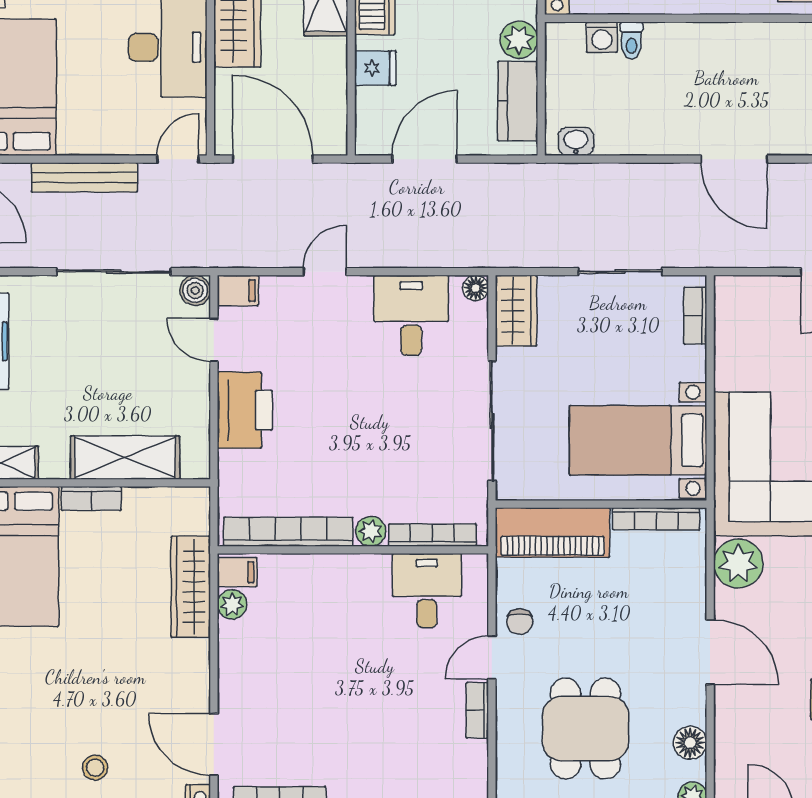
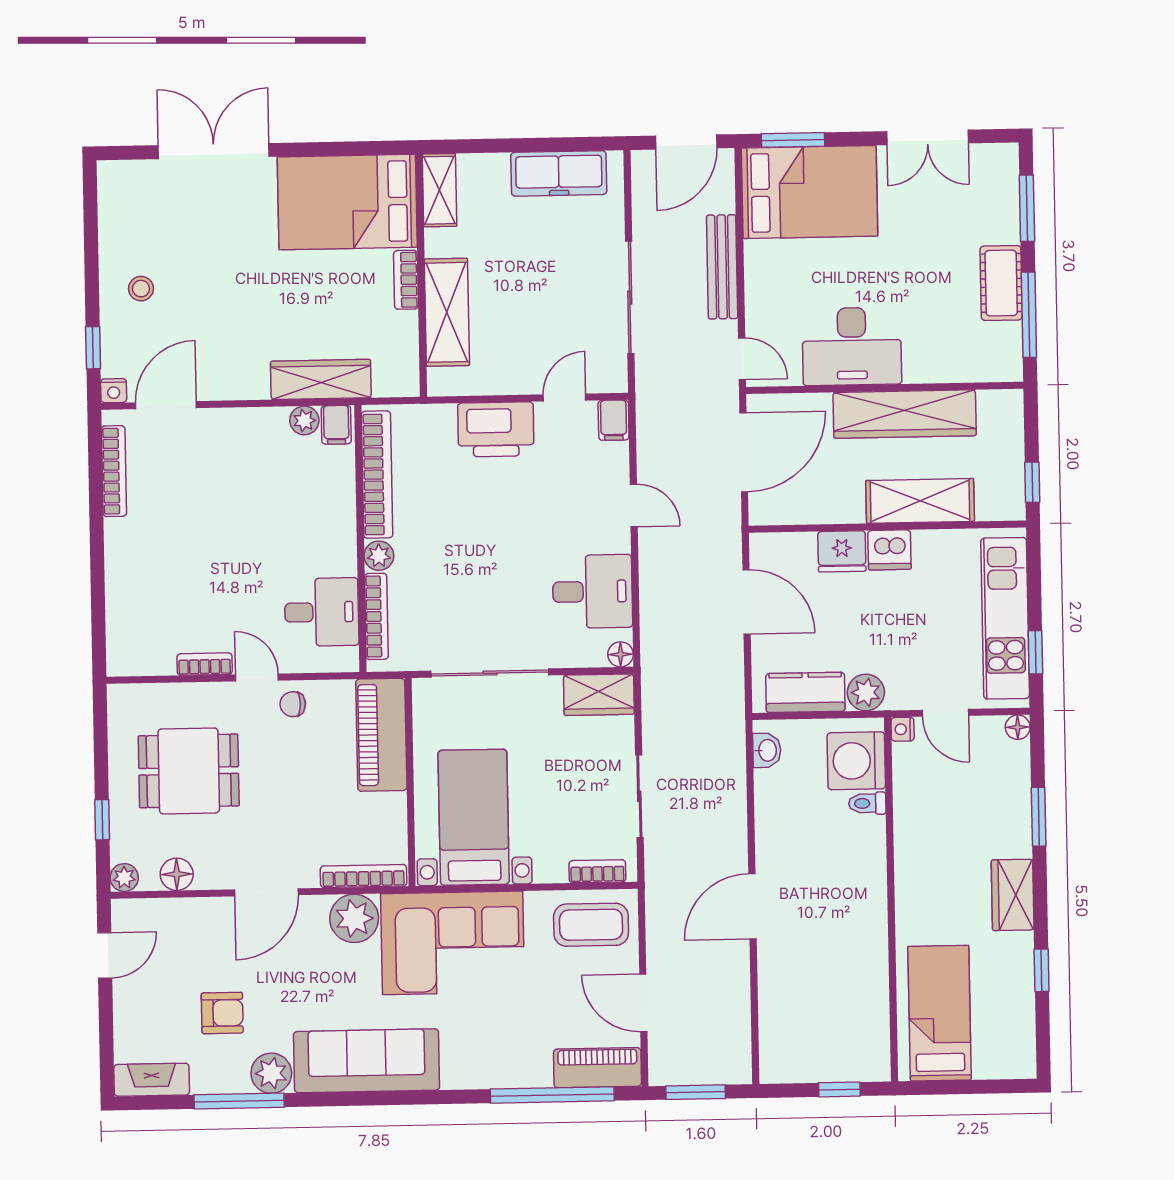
washing machine: (602, 37) -> (856, 761), width x1.89, depth x1.89
fridge: (375, 68) -> (842, 551), width x1.38
boiler: (195, 290) -> (613, 378), removed
coffee table: (749, 323) -> (591, 925), added
bookcase: (656, 519) -> (364, 876), moved, turned 90

